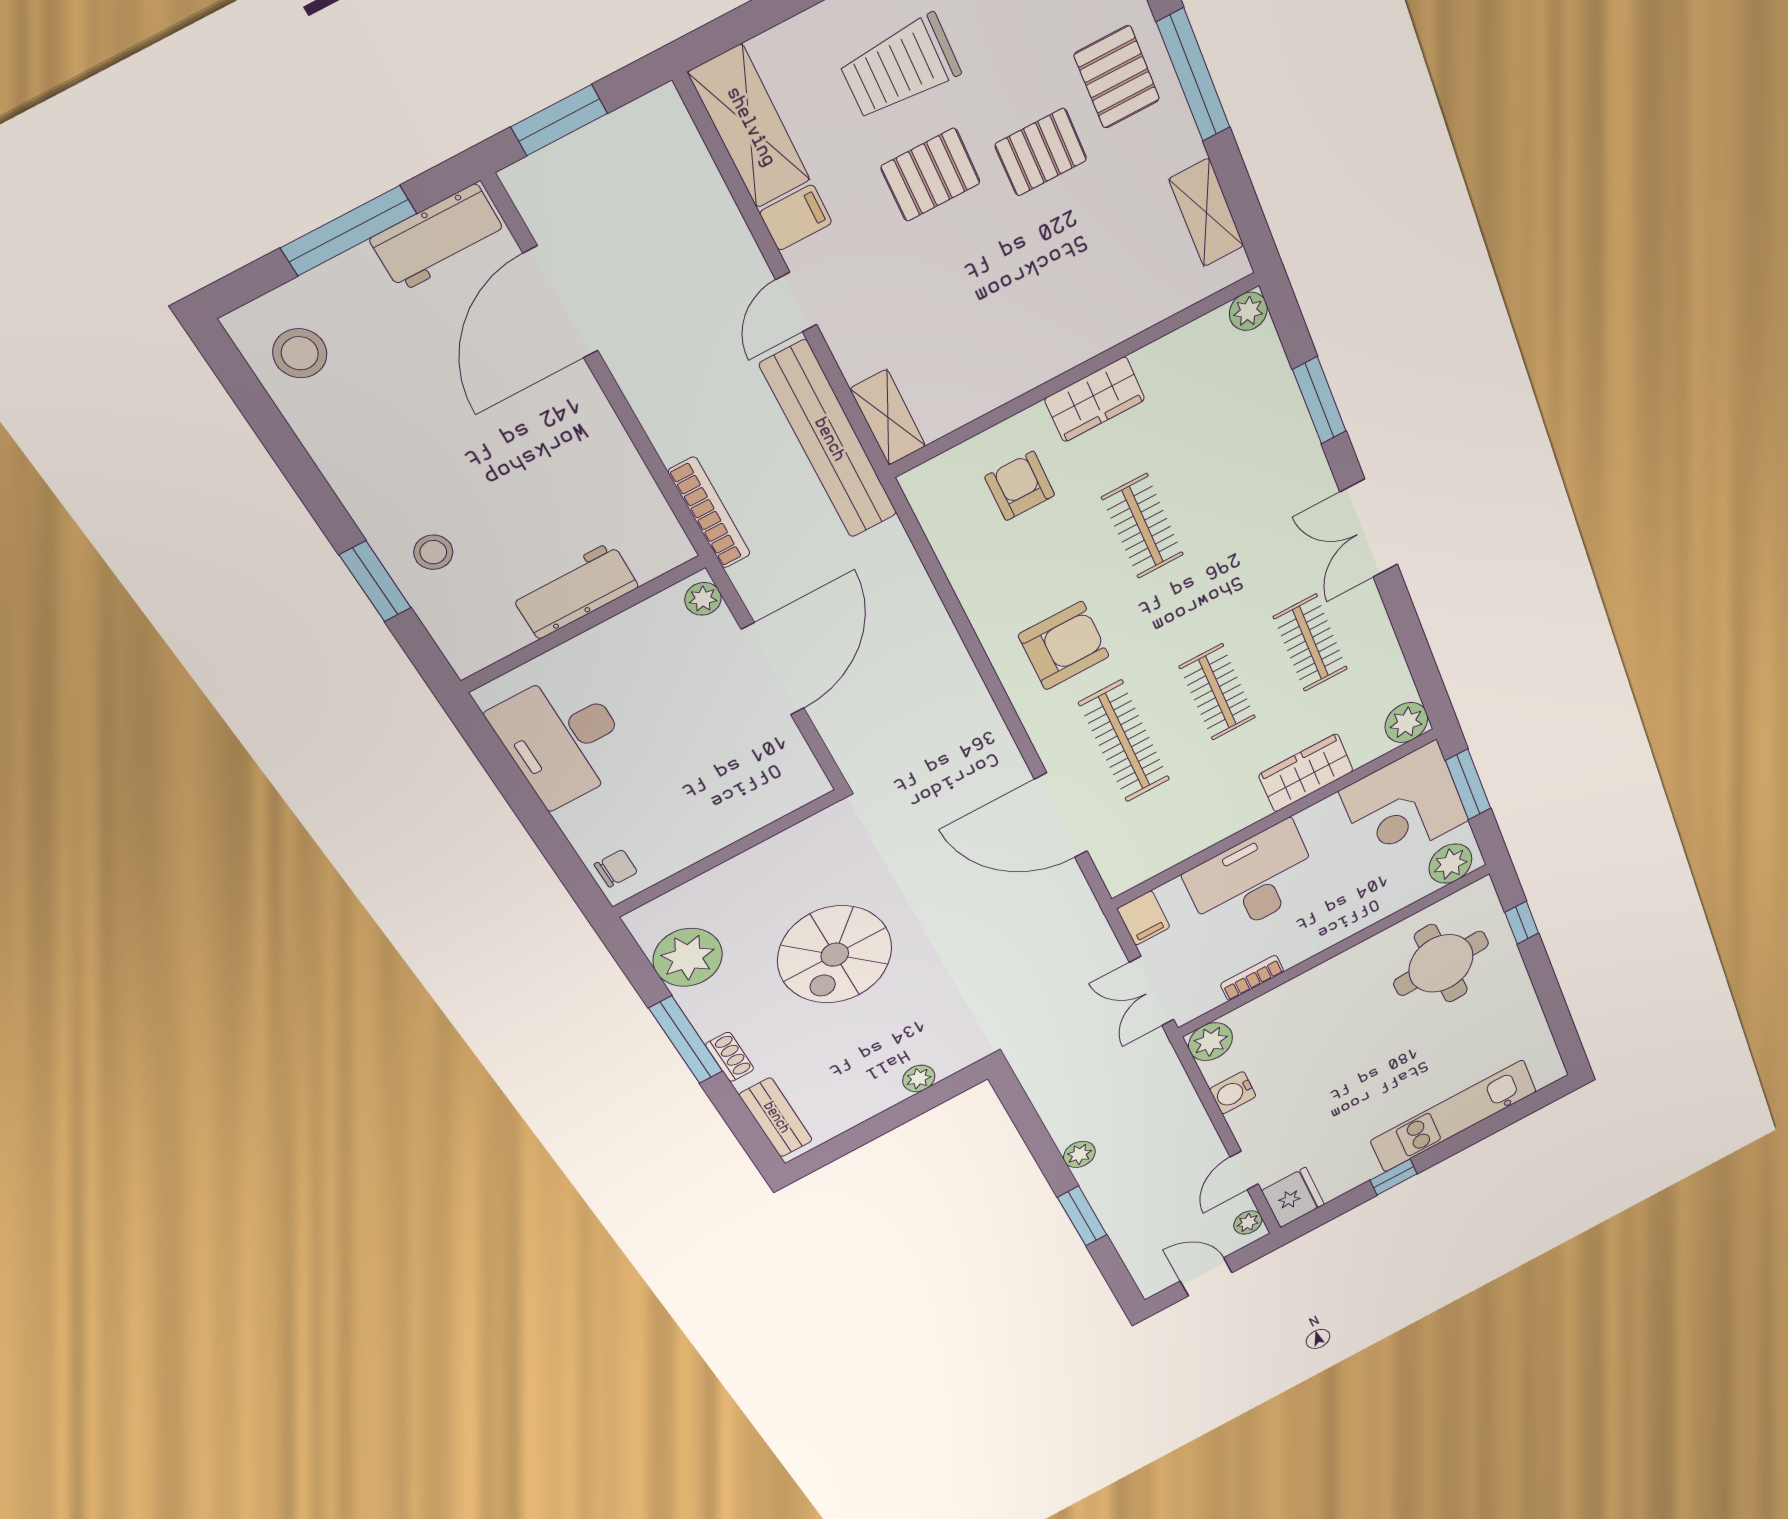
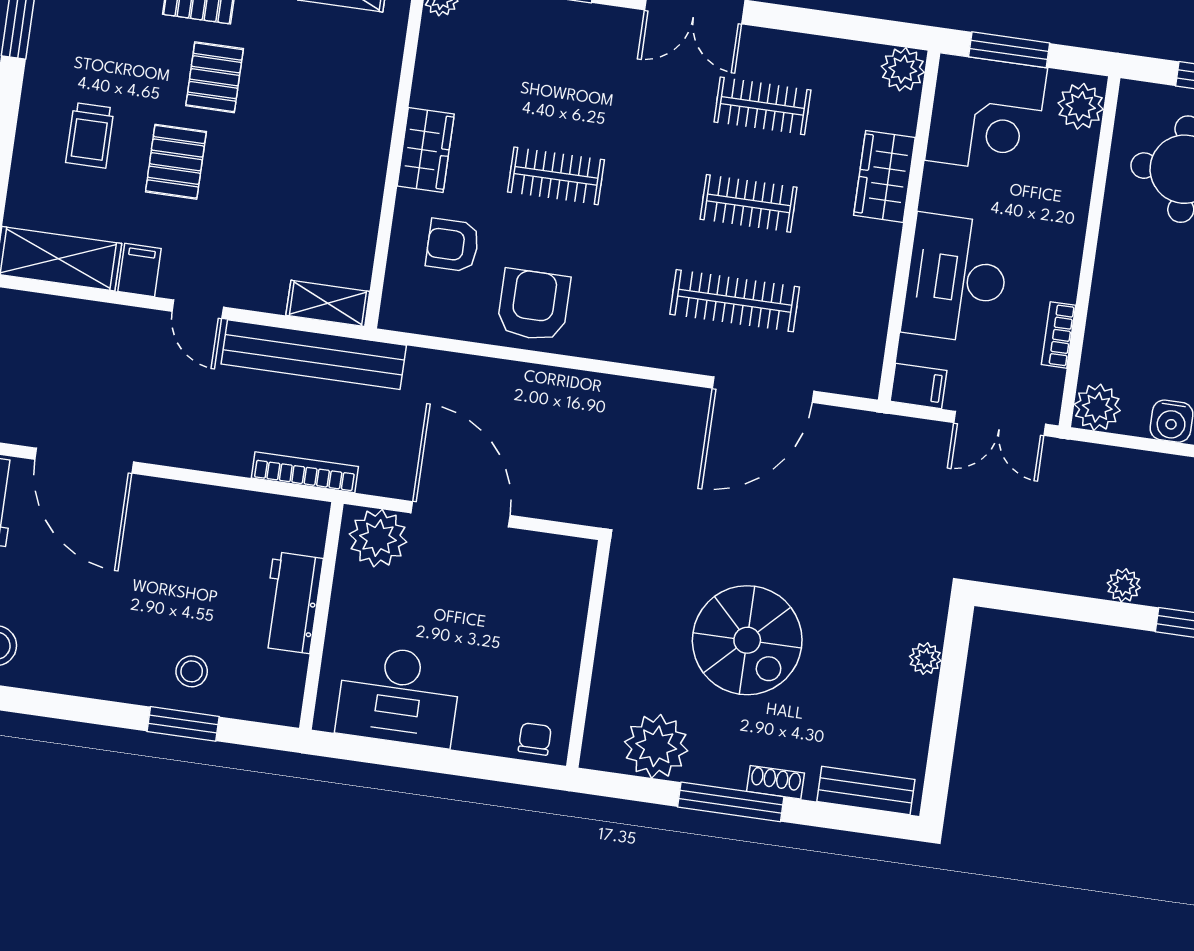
trolley: (900, 67) -> (90, 135), width x0.73, depth x0.72
plant: (703, 599) -> (378, 538), width x1.87, depth x1.87
armchair: (1064, 646) -> (534, 305), moved

